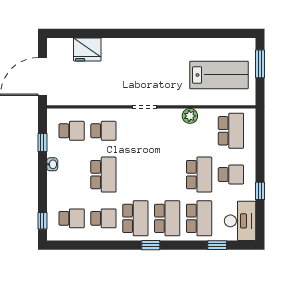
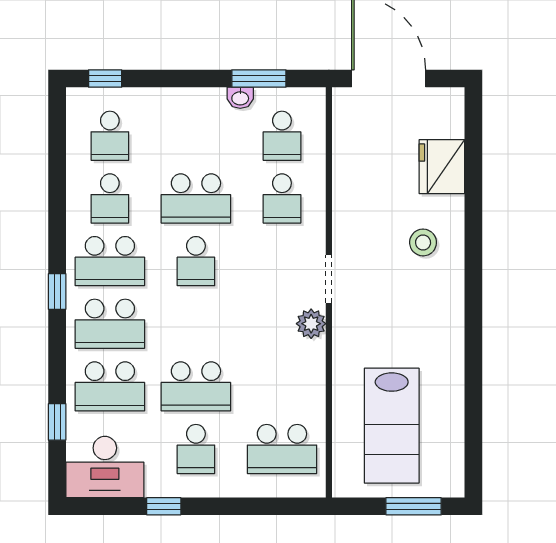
stool: (126, 59) -> (423, 242), added
plant: (190, 116) -> (311, 324), moved
window: (42, 143) -> (259, 79), width x1.50
washbasin: (52, 164) -> (240, 98), moved
school desk: (135, 175) -> (196, 261), added

